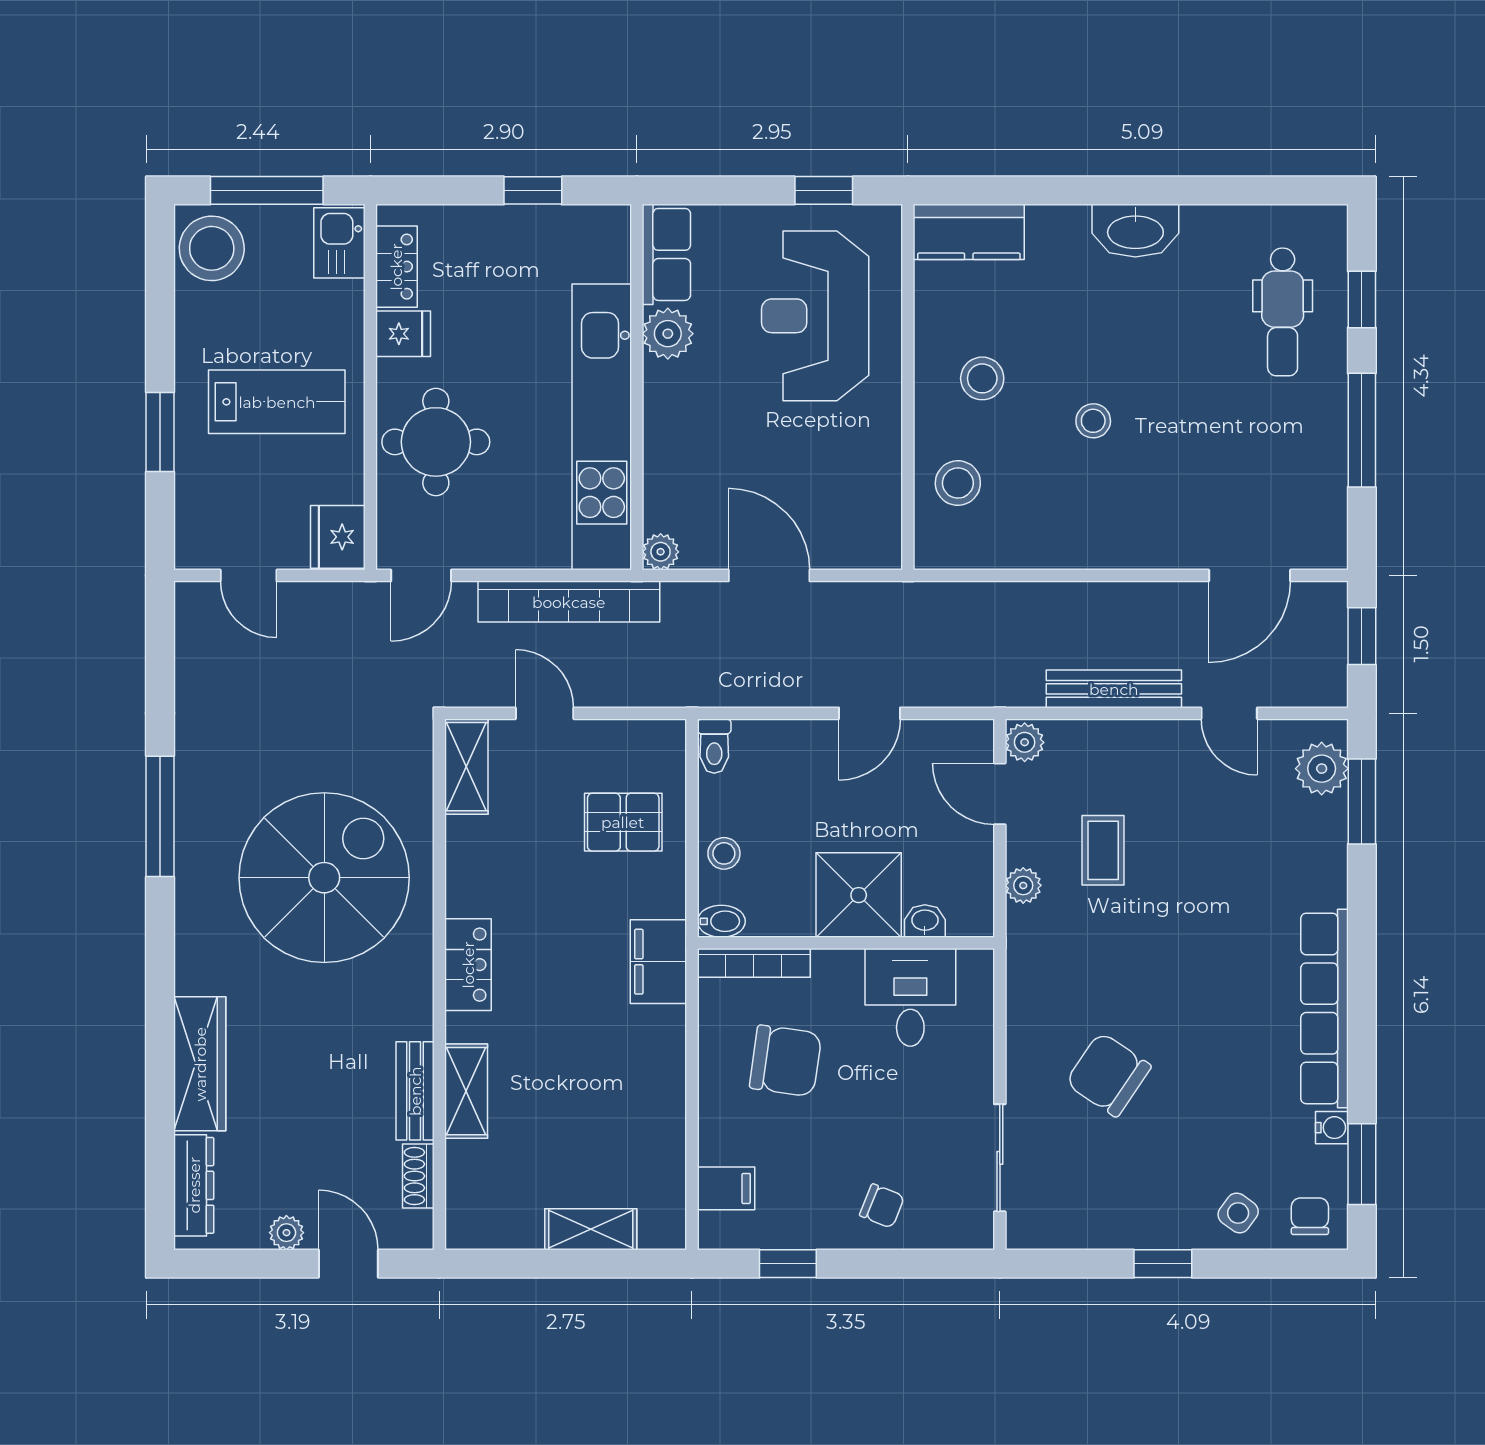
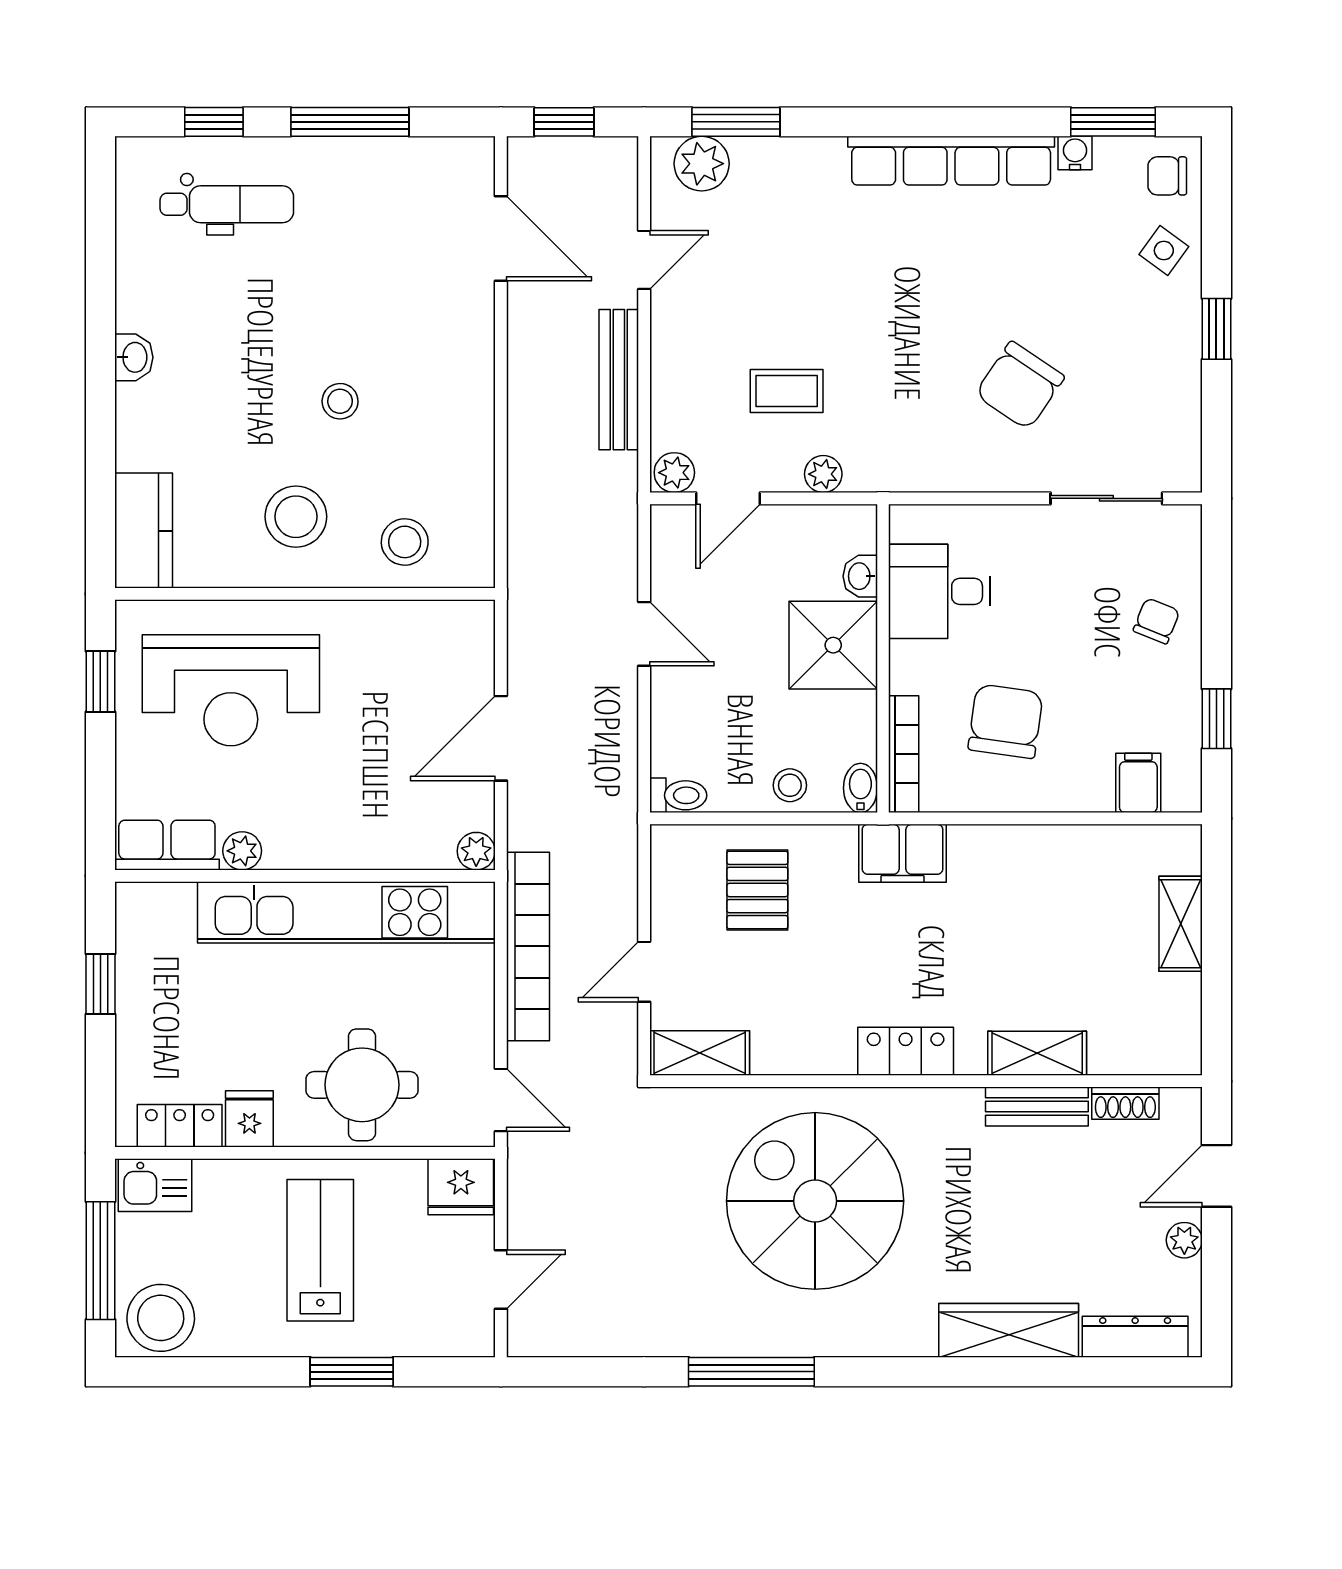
washbasin: (1135, 231) -> (134, 357), width x0.52, depth x0.69
plant: (668, 334) -> (242, 851), width x0.73, depth x0.73
stool: (982, 378) -> (296, 517), width x1.38, depth x1.38

